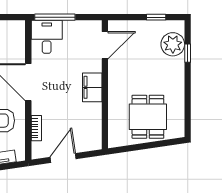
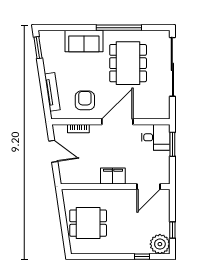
window: (55, 17) -> (172, 144), width x0.69
plant: (173, 44) -> (160, 244), moved
door: (105, 45) -> (149, 187), hinge flipped

